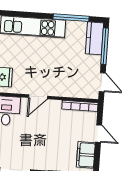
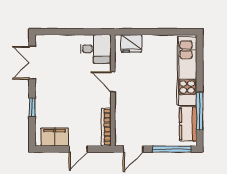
kitchen counter: (94, 38) -> (188, 124), moved, turned -90

